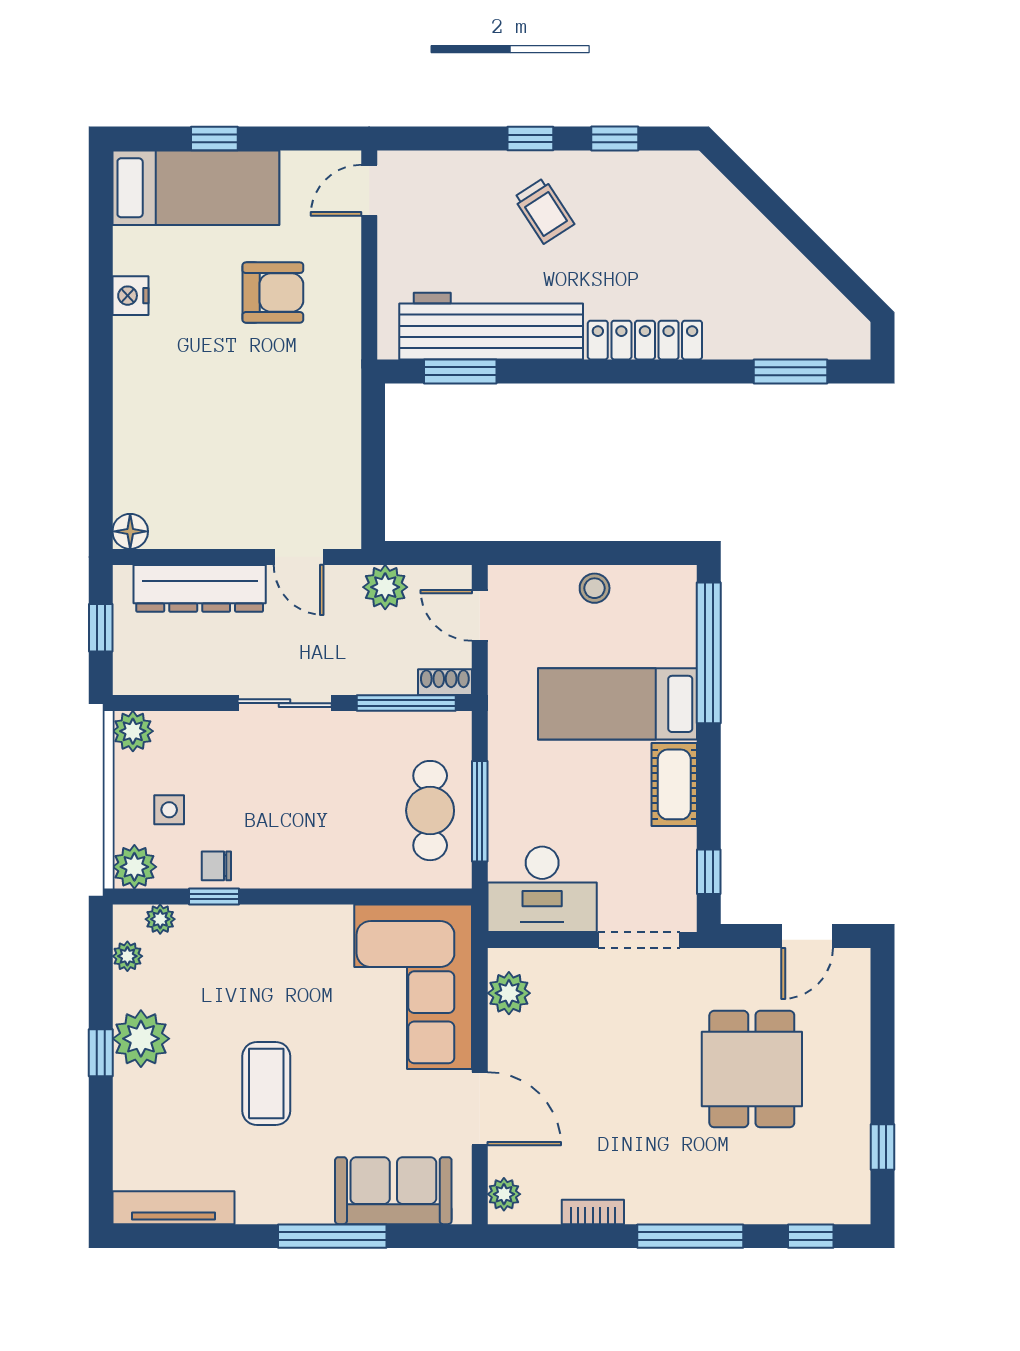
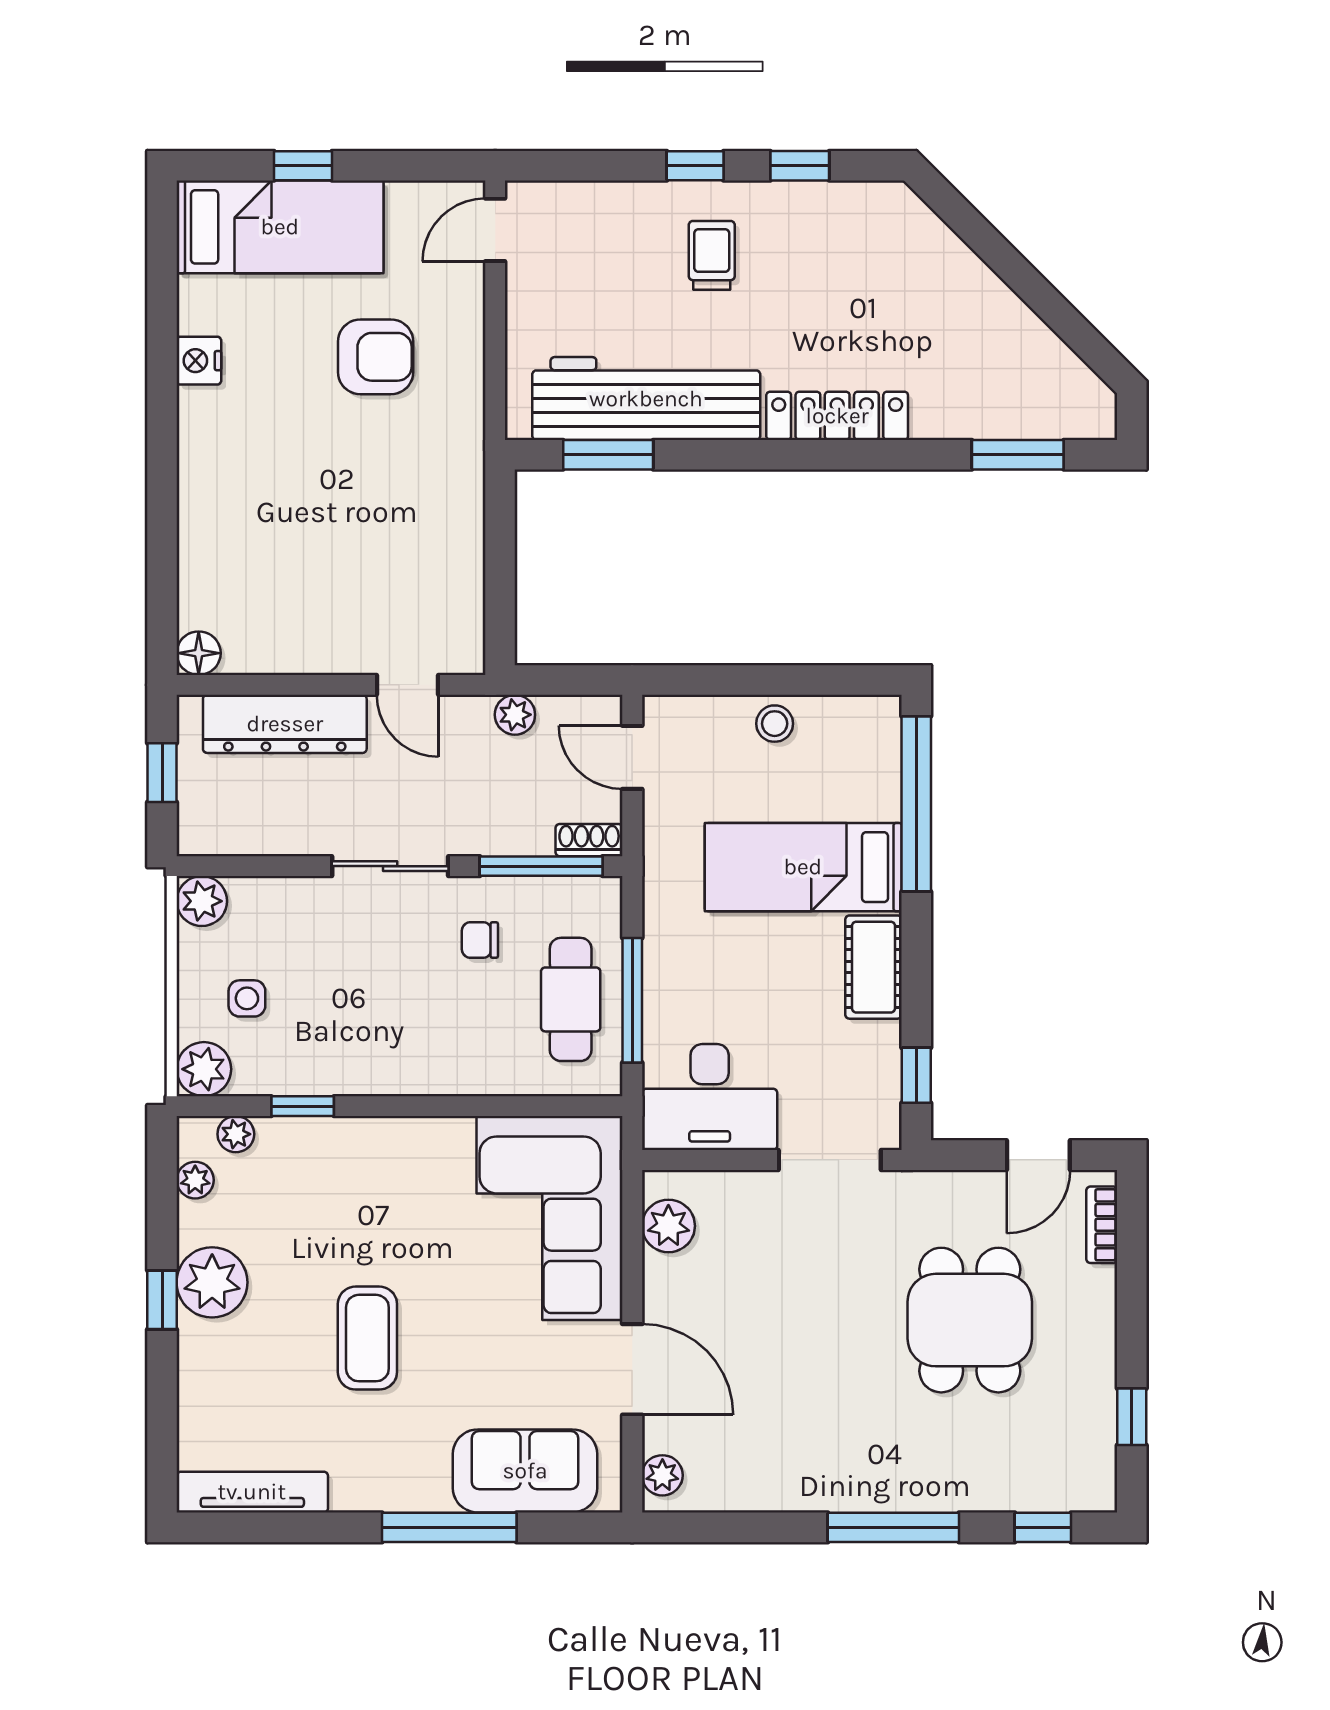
trolley: (544, 211) -> (712, 255), turned -147
plant: (385, 587) -> (515, 715), width x0.73, depth x0.73
chair: (216, 866) -> (480, 940), moved
bookcase: (593, 1212) -> (1102, 1225), moved, turned -90

